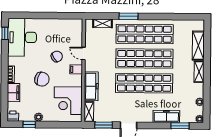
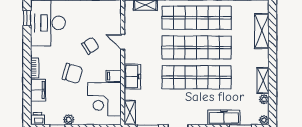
filing cabinet: (76, 69) -> (114, 76), moved
shelving: (199, 72) -> (263, 81), moved
freezer: (91, 86) -> (132, 77), width x0.71

